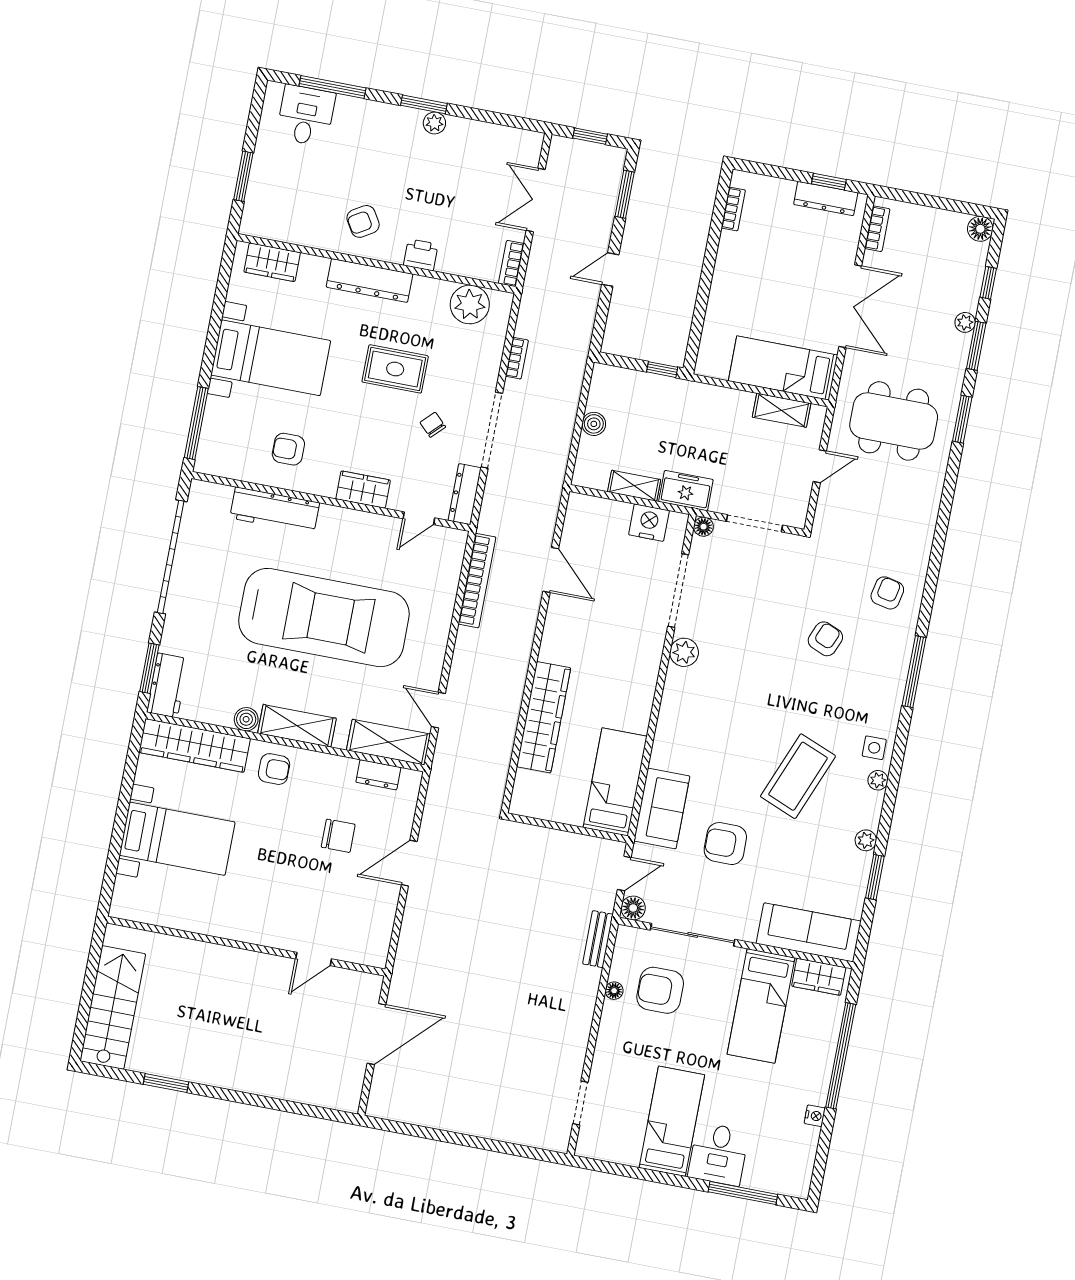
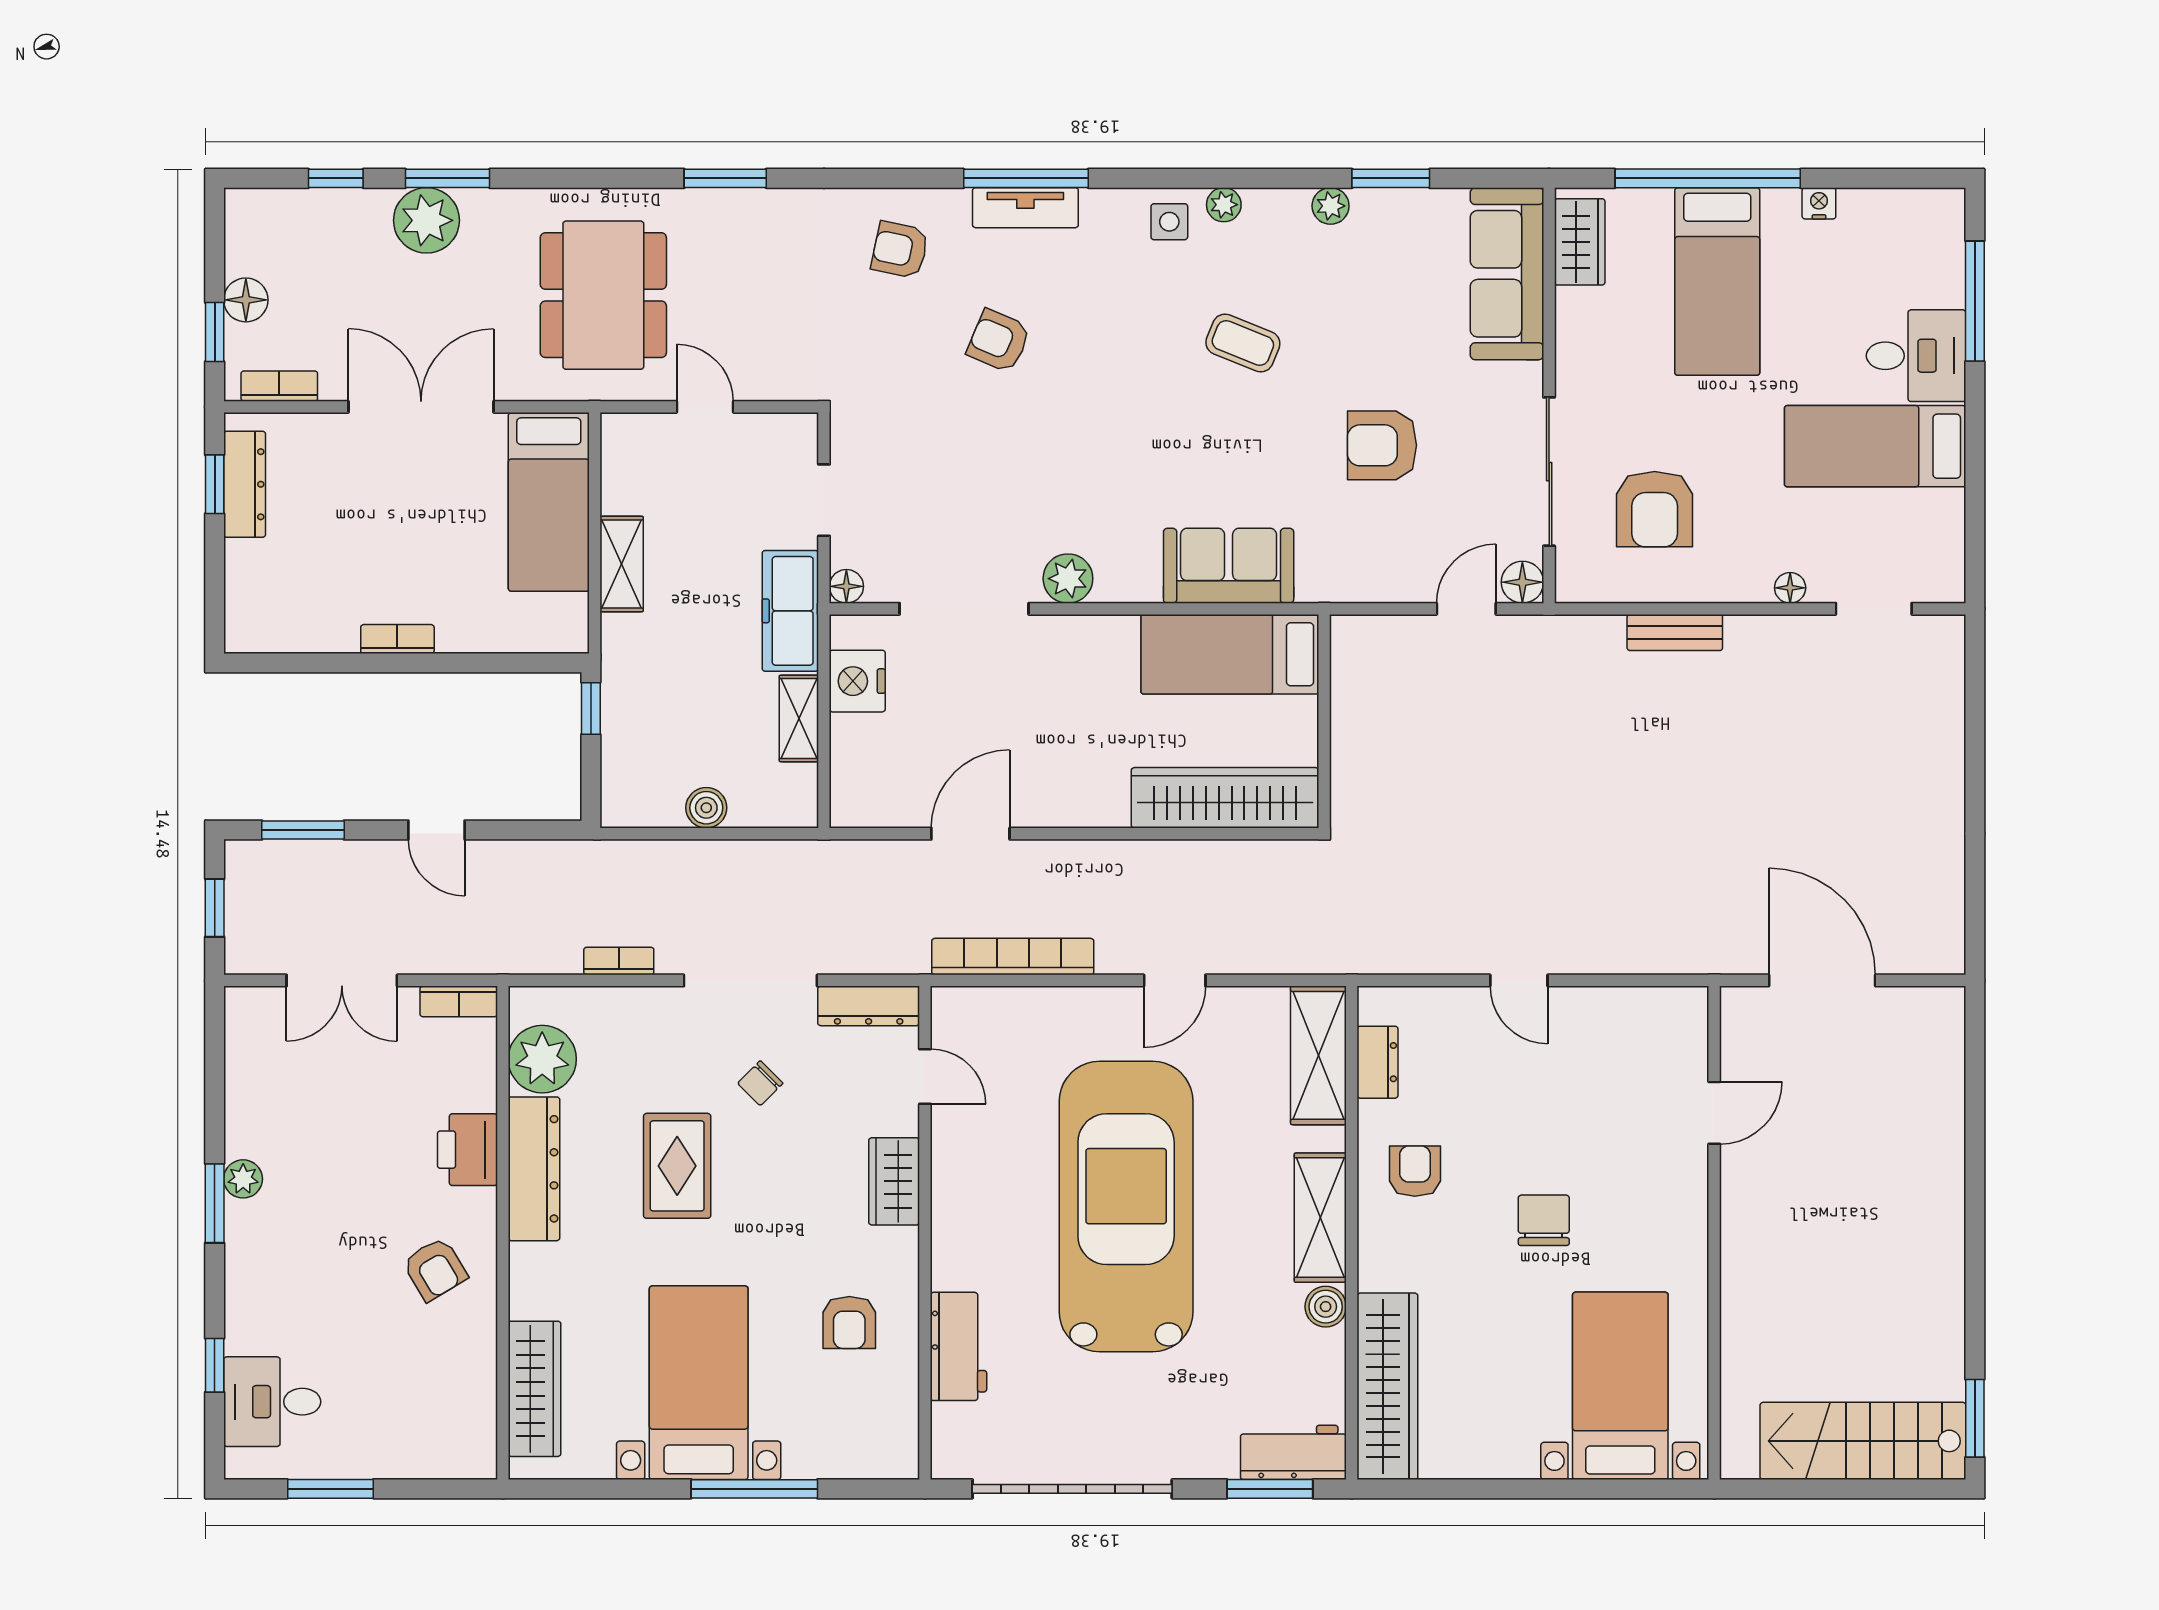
window: (333, 87) -> (215, 1365), width x0.46
window: (243, 176) -> (330, 1489), moved
window: (915, 198) -> (215, 332), added
bookcase: (733, 209) -> (397, 639), moved
floor lamp: (980, 229) -> (246, 300), moved
printer: (421, 255) -> (467, 1150), width x1.36, depth x1.24
wardrobe: (272, 262) -> (534, 1389), width x1.50
dresser: (370, 281) -> (534, 1169), moved
plant: (965, 322) -> (426, 220), width x1.87, depth x1.87
shelving: (782, 410) -> (622, 564), moved
window: (962, 419) -> (725, 178), moved
window: (196, 423) -> (754, 1489), moved
freezer: (686, 491) -> (790, 611), width x1.40
workbench: (275, 510) -> (958, 1346), width x0.73
doorway: (754, 523) -> (824, 500), width x0.73
tv unit: (898, 668) -> (1025, 208), added
door: (438, 710) -> (1175, 980), moved
armchair: (274, 769) -> (1415, 1171), moved
coffee table: (798, 776) -> (1243, 343), width x0.54, depth x0.58
bed: (615, 782) -> (1230, 654), moved
sofa: (662, 808) -> (1229, 566), moved
wall: (567, 828) -> (1324, 721), moved
chair: (338, 836) -> (1544, 1220), moved
bed with nightstands: (177, 839) -> (1620, 1386), moved
armchair: (725, 844) -> (1382, 445), turned 90
door: (409, 863) -> (1519, 980), width x0.73
door: (624, 873) -> (1466, 609), hinge flipped
bench: (598, 939) -> (1675, 632), moved
door: (314, 959) -> (1714, 1113), hinge flipped
floor lamp: (614, 991) -> (1790, 588), moved
bed: (761, 1006) -> (1717, 282), moved, turned 90
window: (166, 1083) -> (1975, 1418), moved

